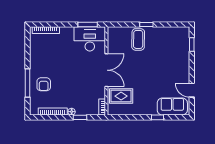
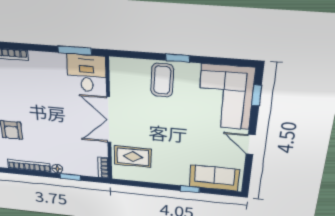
desk: (90, 39) -> (87, 73), width x0.73
corner sofa: (175, 47) -> (226, 97), added
double door: (106, 70) -> (109, 120), swing flipped
door: (192, 90) -> (251, 144), moved

